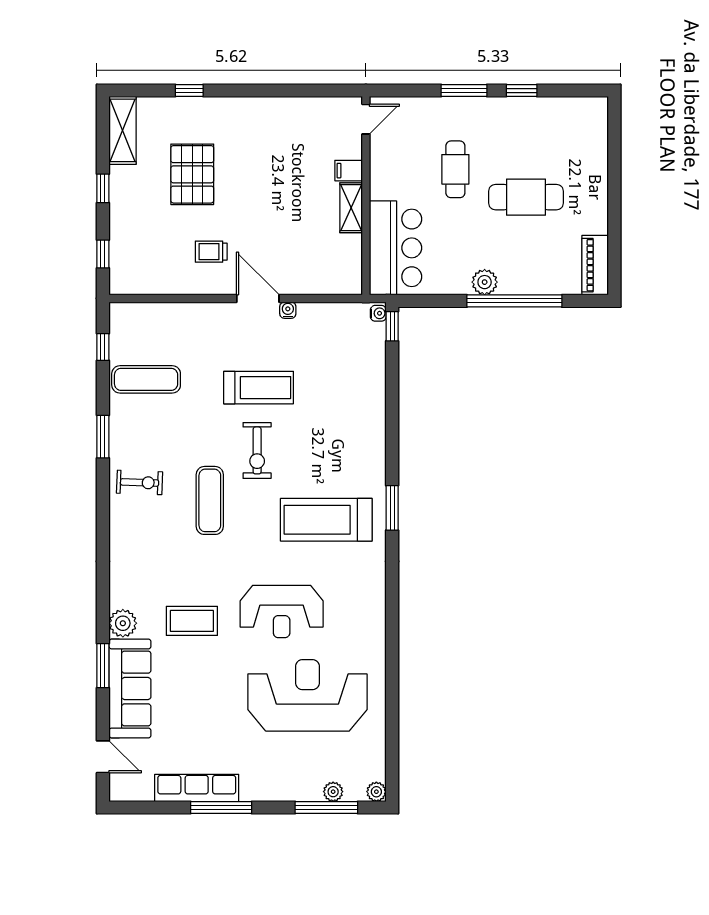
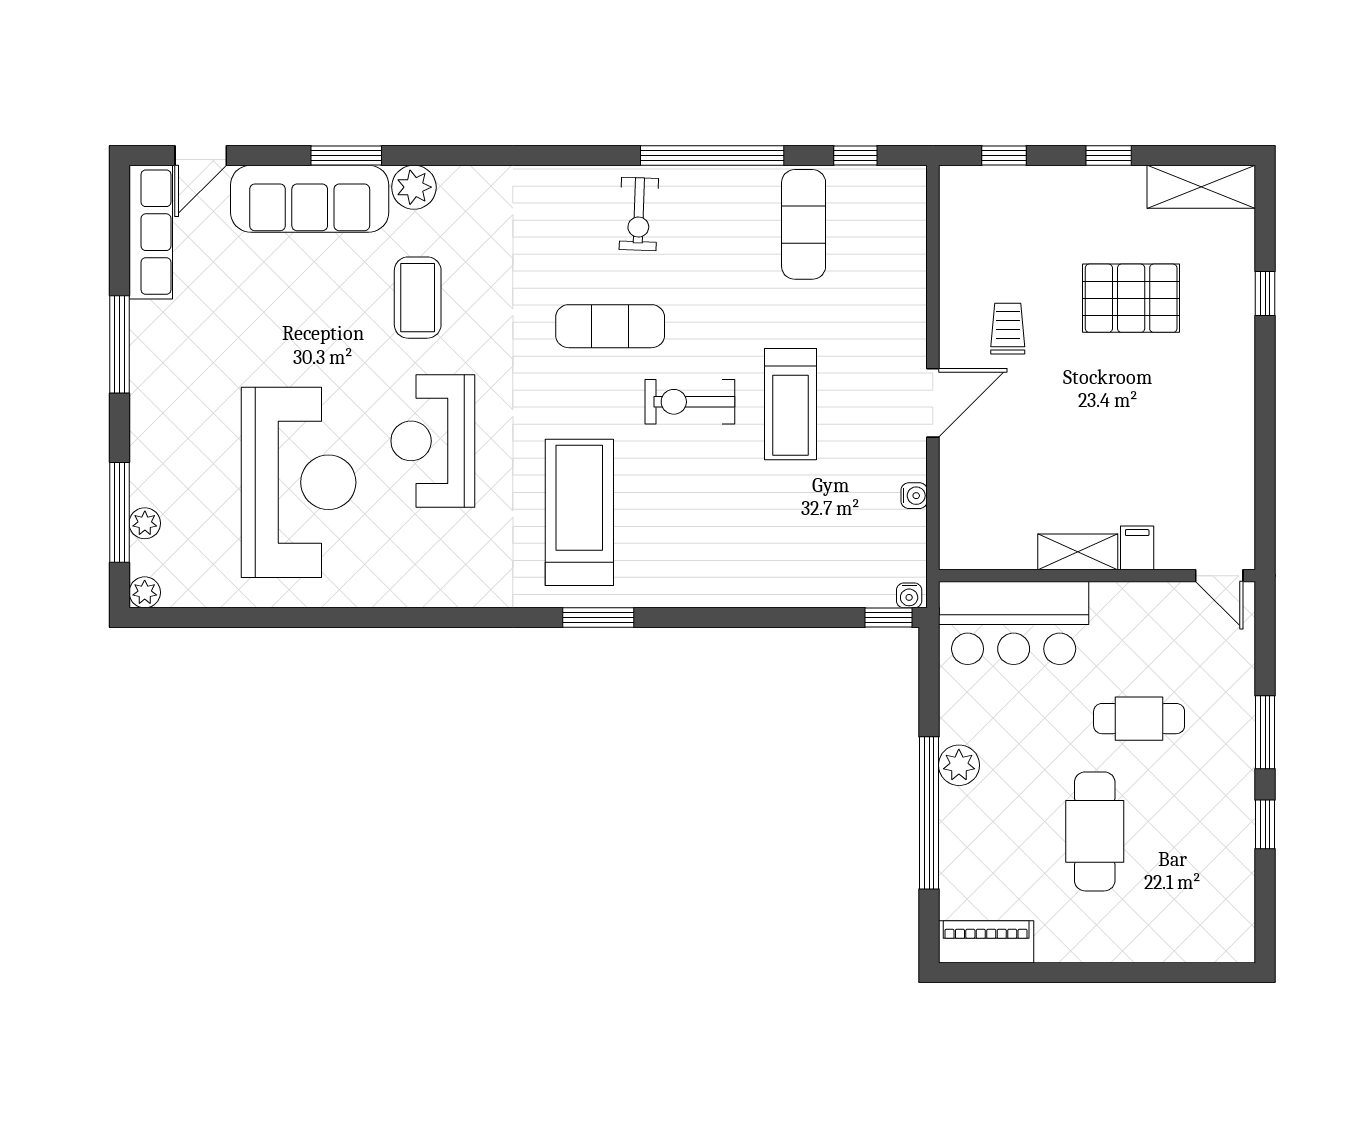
water cooler: (288, 310) -> (914, 496), moved
window: (103, 437) -> (712, 156), width x2.11
row of seats: (197, 788) -> (151, 232), moved

